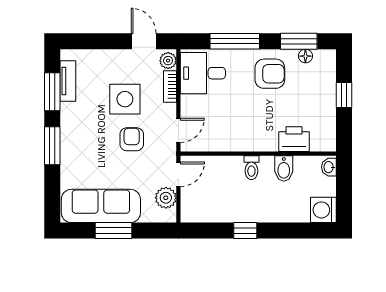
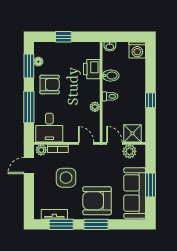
armchair: (270, 74) -> (50, 84), turned 90
armchair: (132, 139) -> (97, 201), moved, width x1.88, depth x1.88
plant: (235, 144) -> (95, 107), added
shower: (194, 203) -> (132, 133), added

